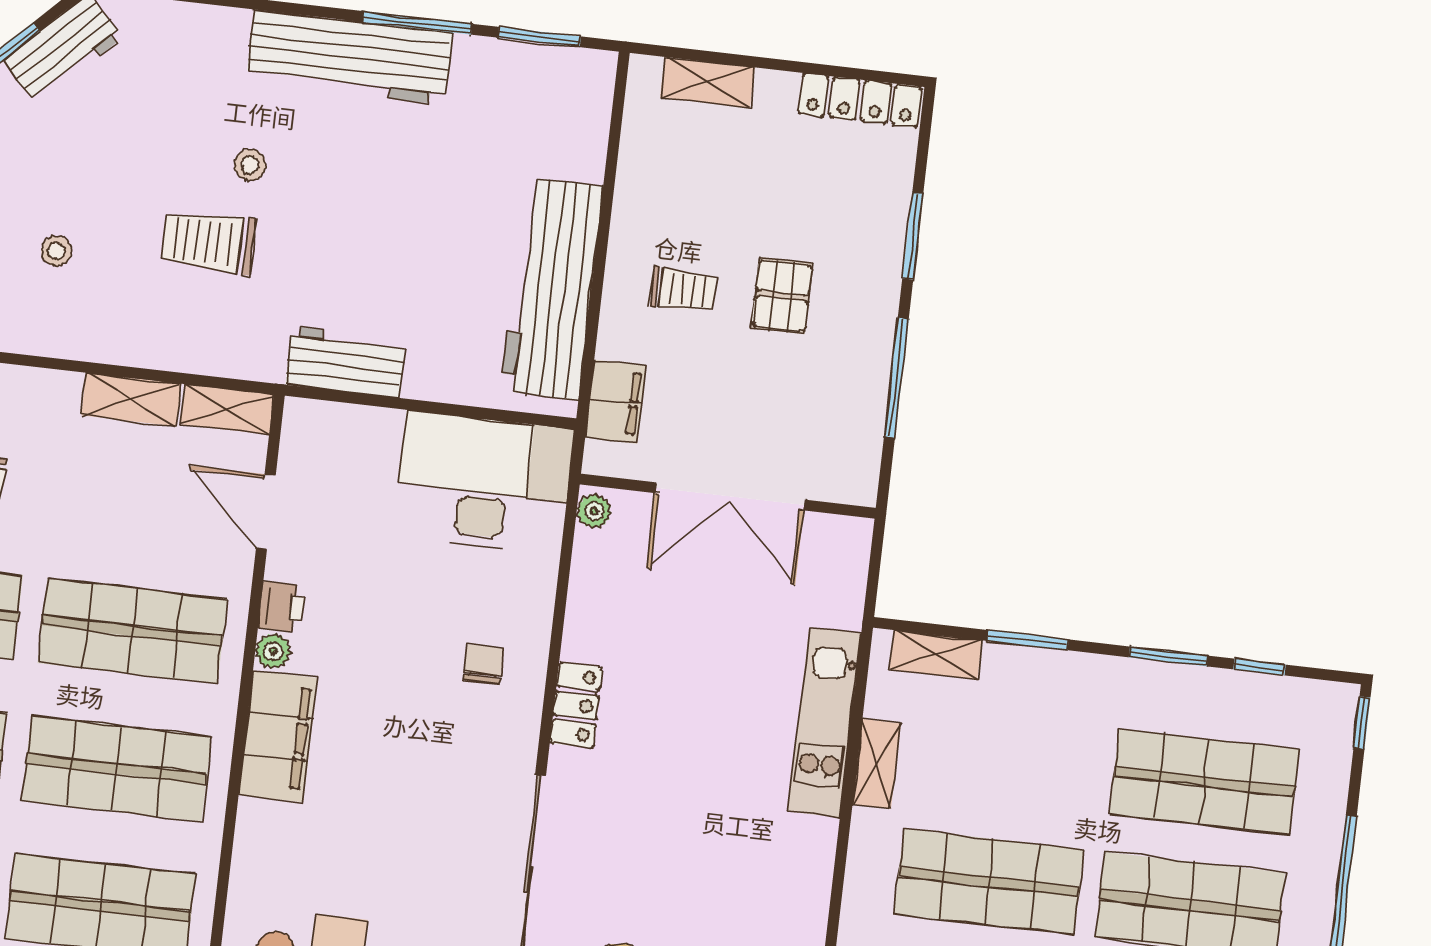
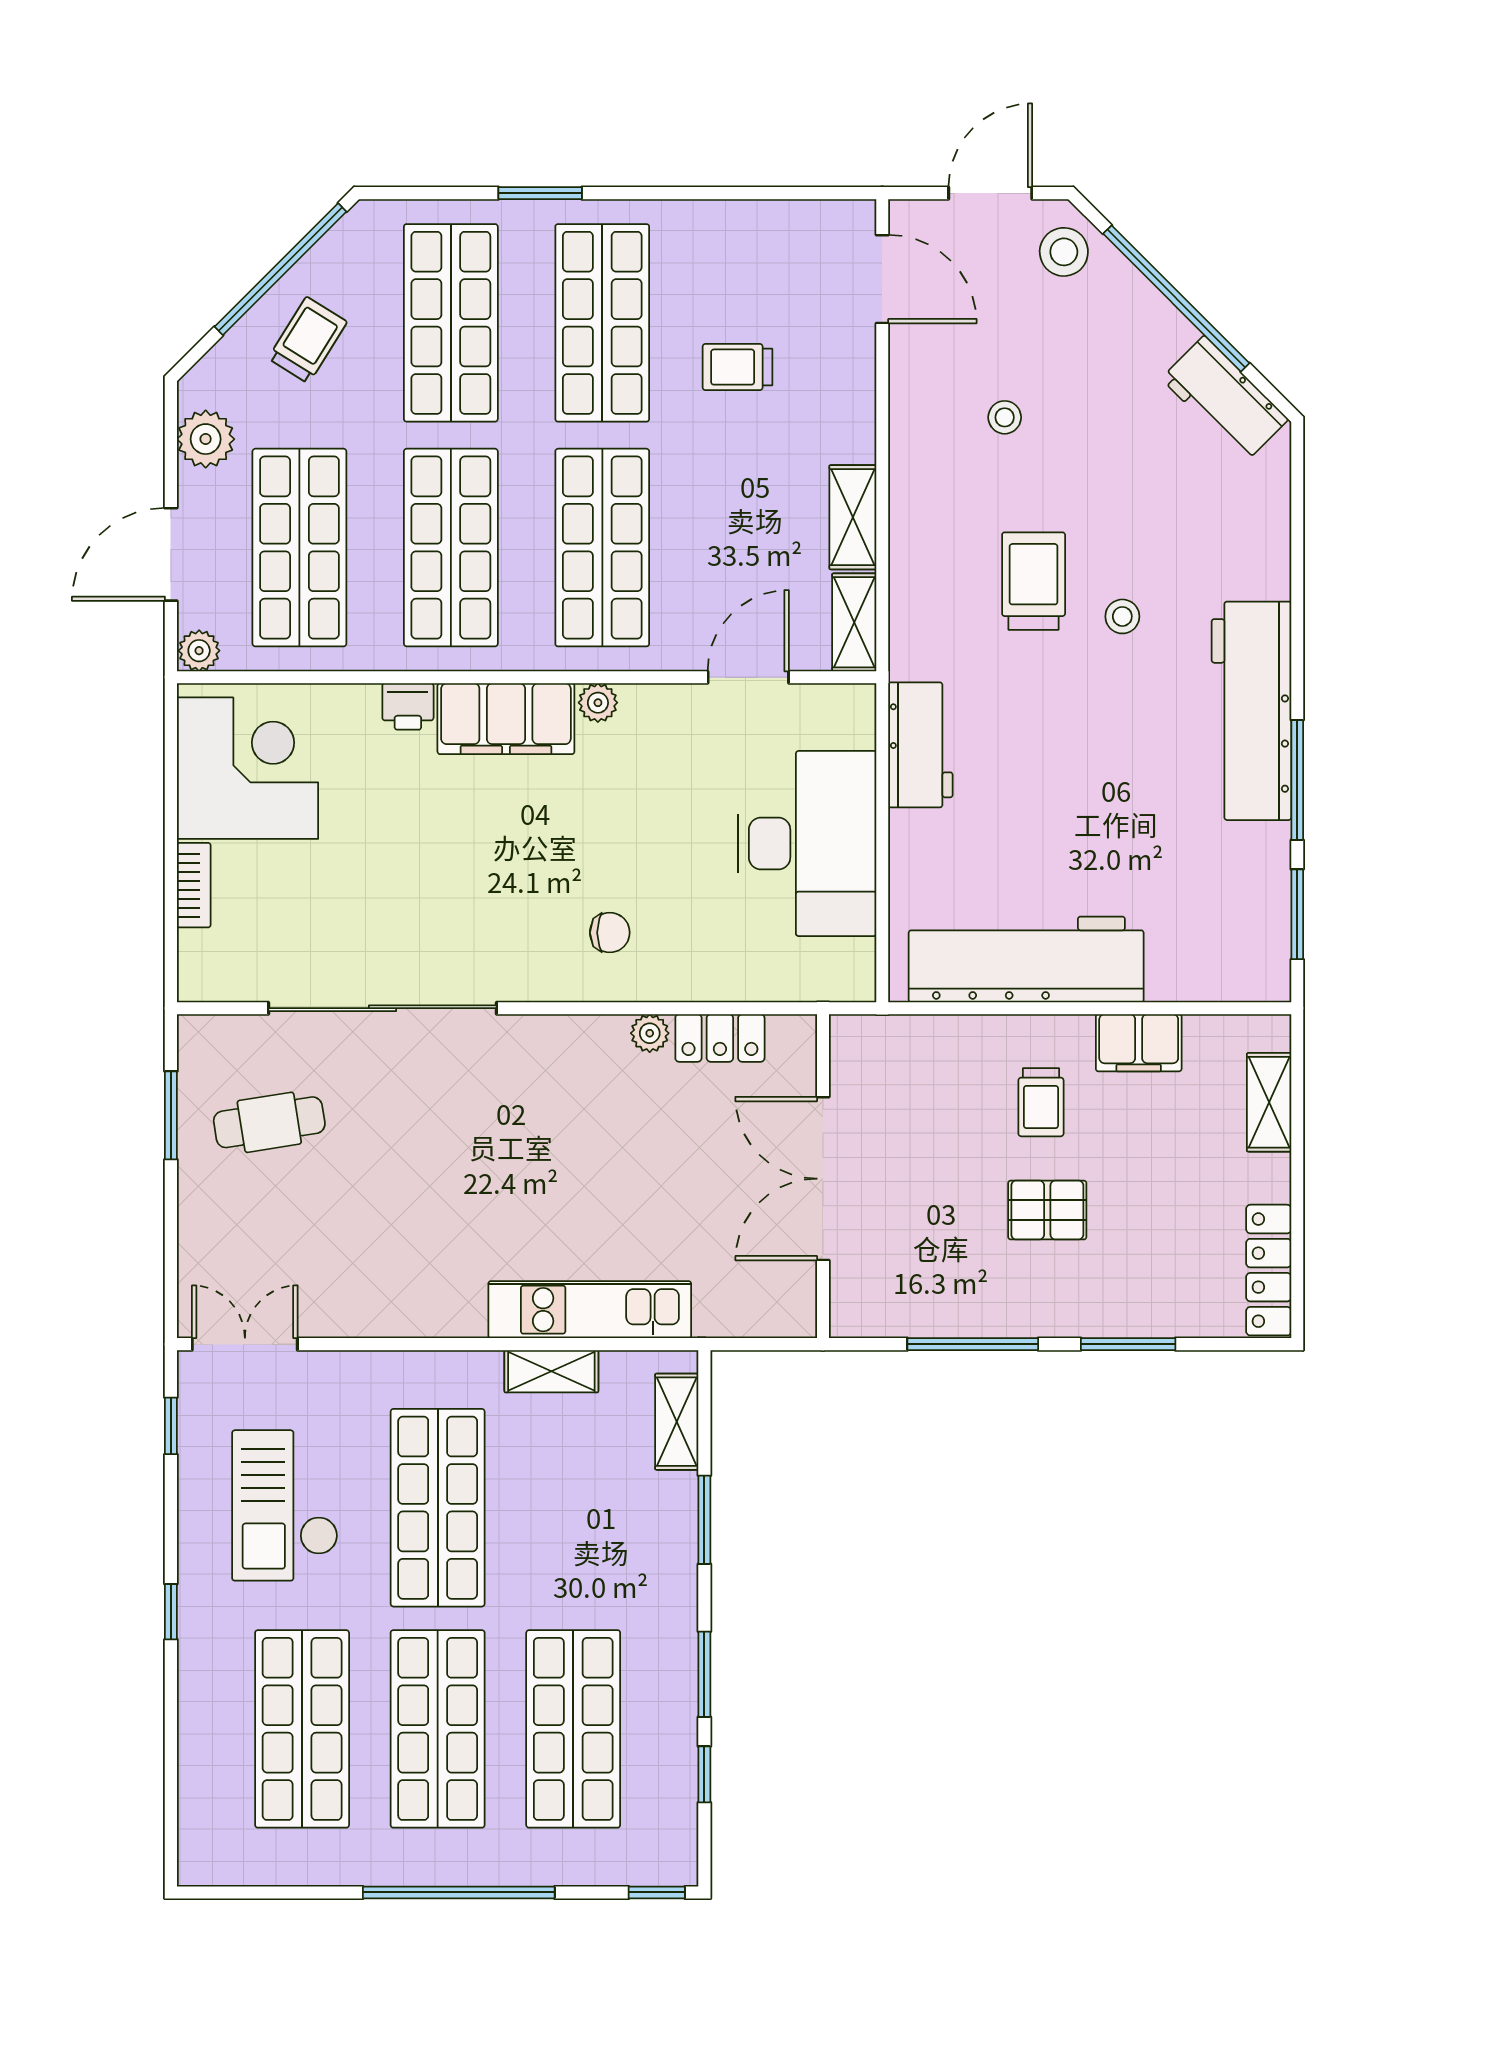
filing cabinet: (616, 402) -> (1139, 1043), moved
desk: (484, 483) -> (807, 843), moved
plant: (594, 511) -> (650, 1033), moved
printer: (282, 607) -> (408, 706), moved
locker: (576, 705) -> (720, 1038), moved

